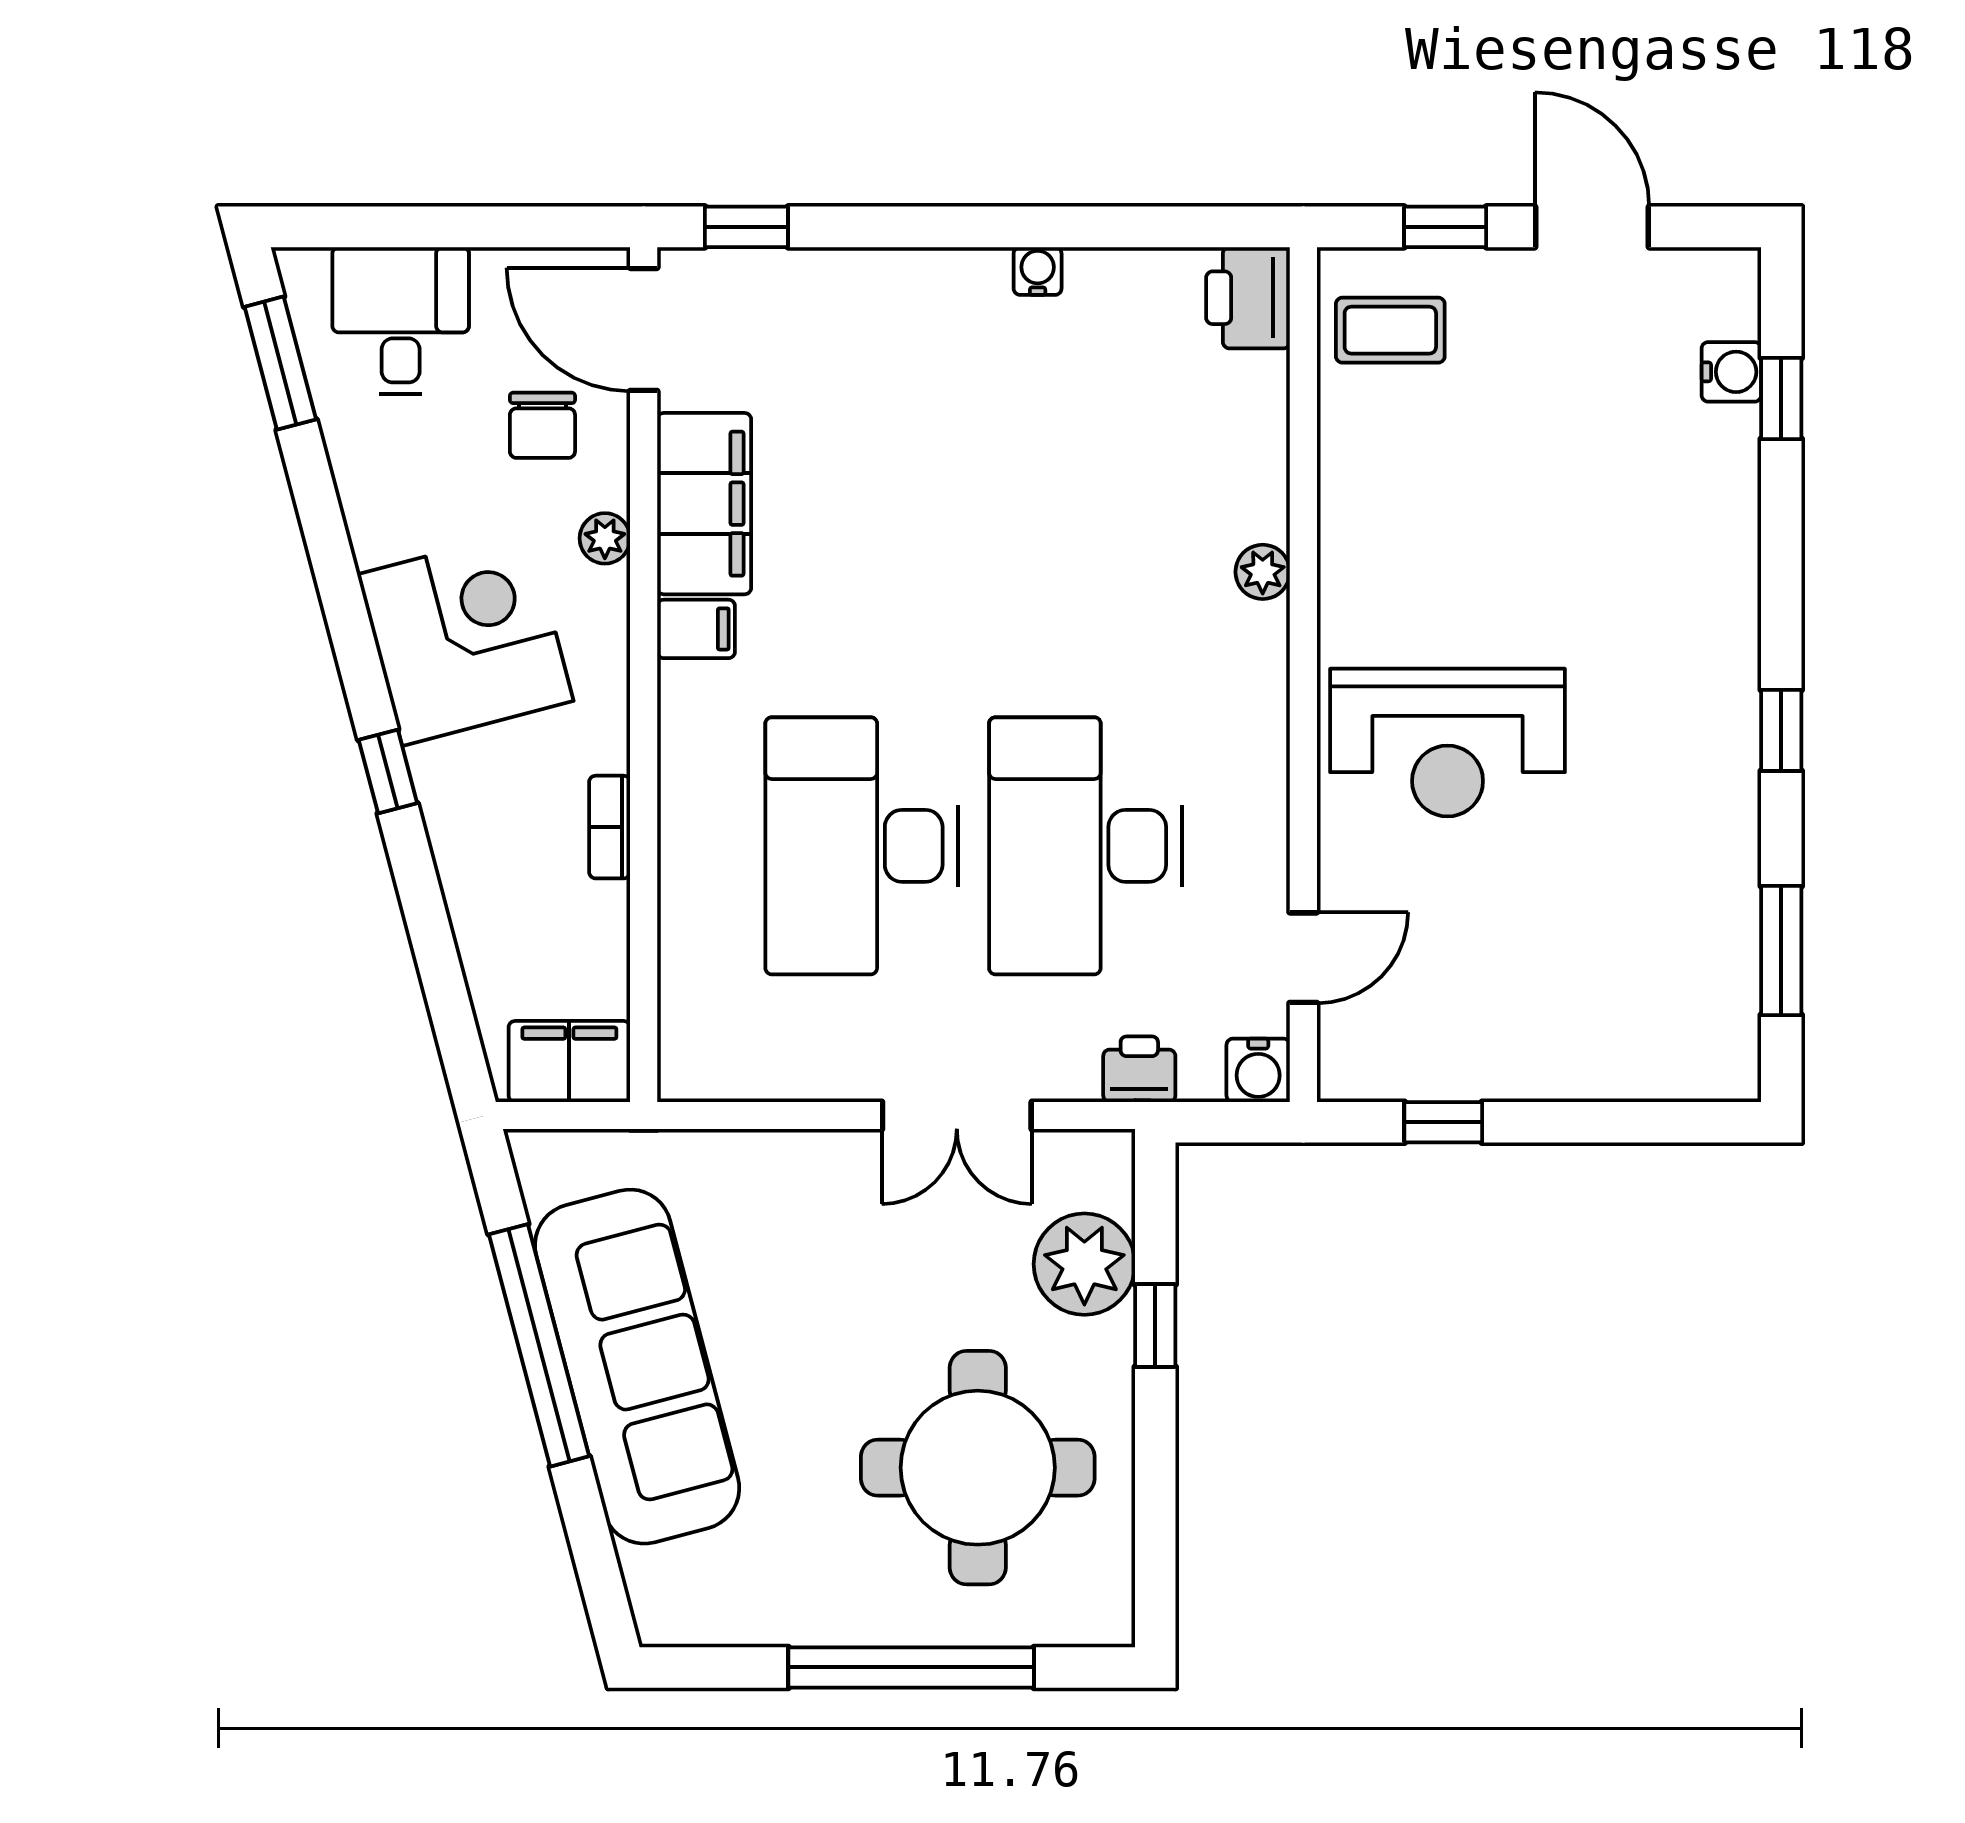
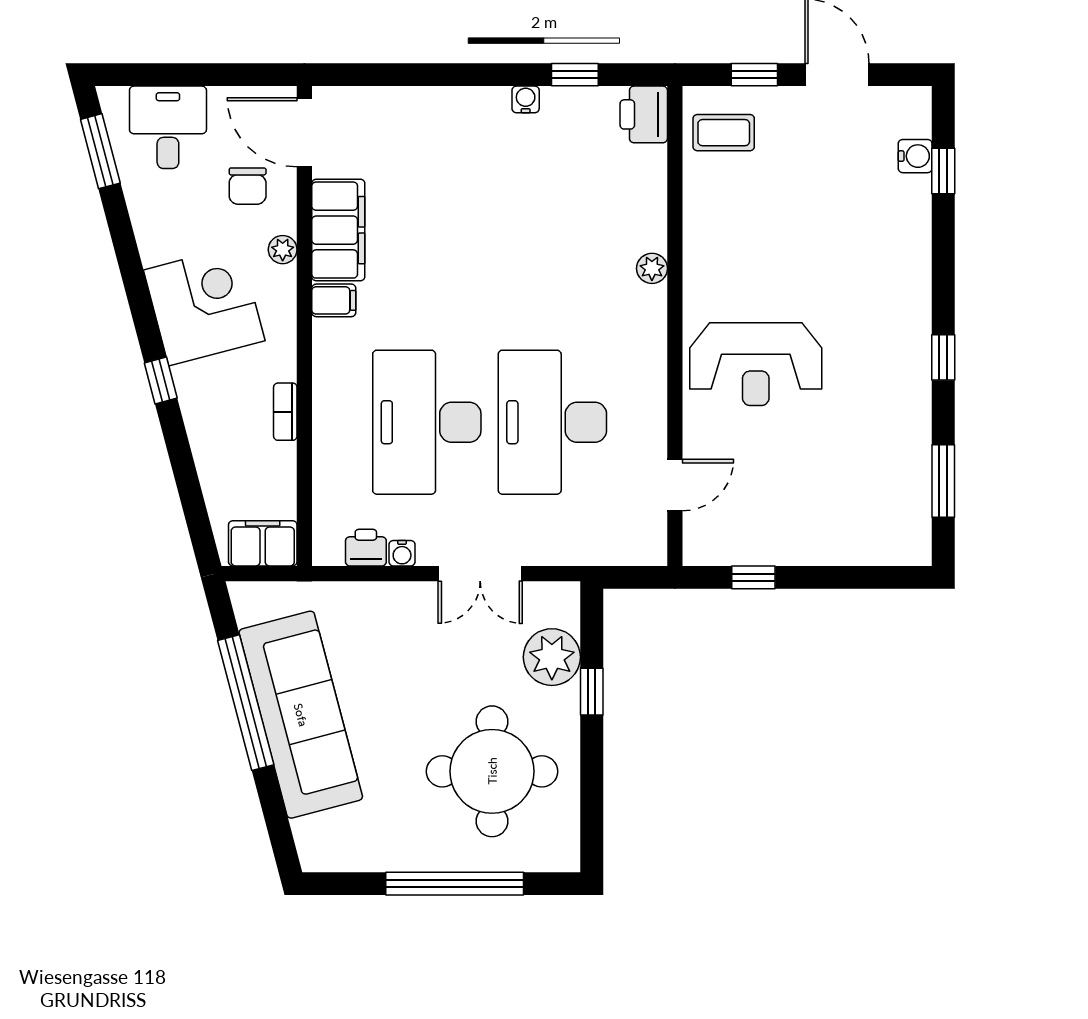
window: (746, 227) -> (575, 75), moved
printer: (1139, 1069) -> (366, 548), moved
water cooler: (1258, 1070) -> (402, 553), moved, width x0.72, depth x0.72

